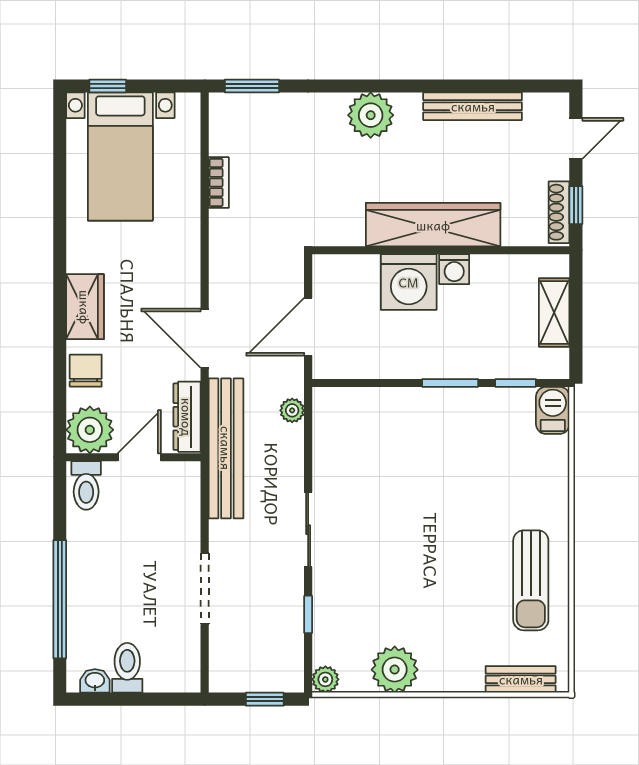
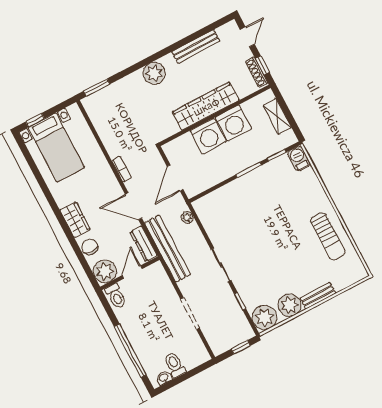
bookcase: (219, 183) -> (122, 169), moved
washing machine: (454, 269) -> (233, 123), width x1.89, depth x1.89
plant: (325, 679) -> (265, 317), width x1.87, depth x1.87
bench: (521, 679) -> (318, 296), moved

